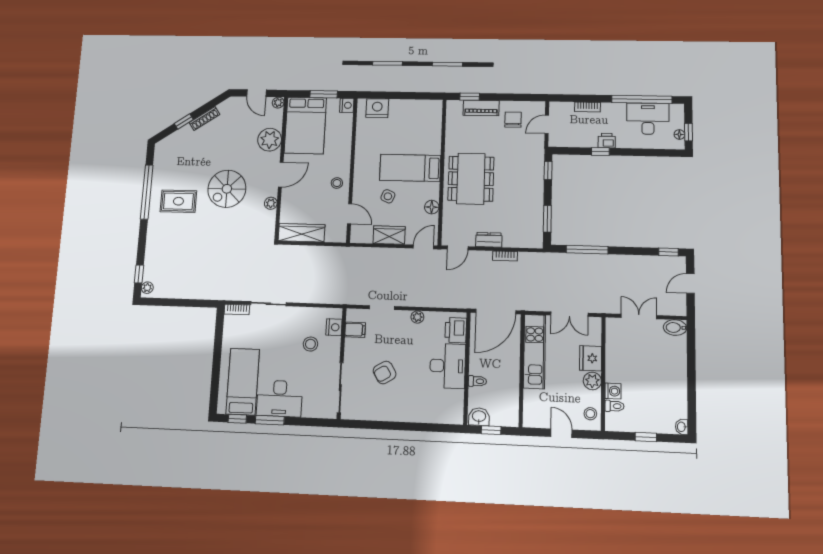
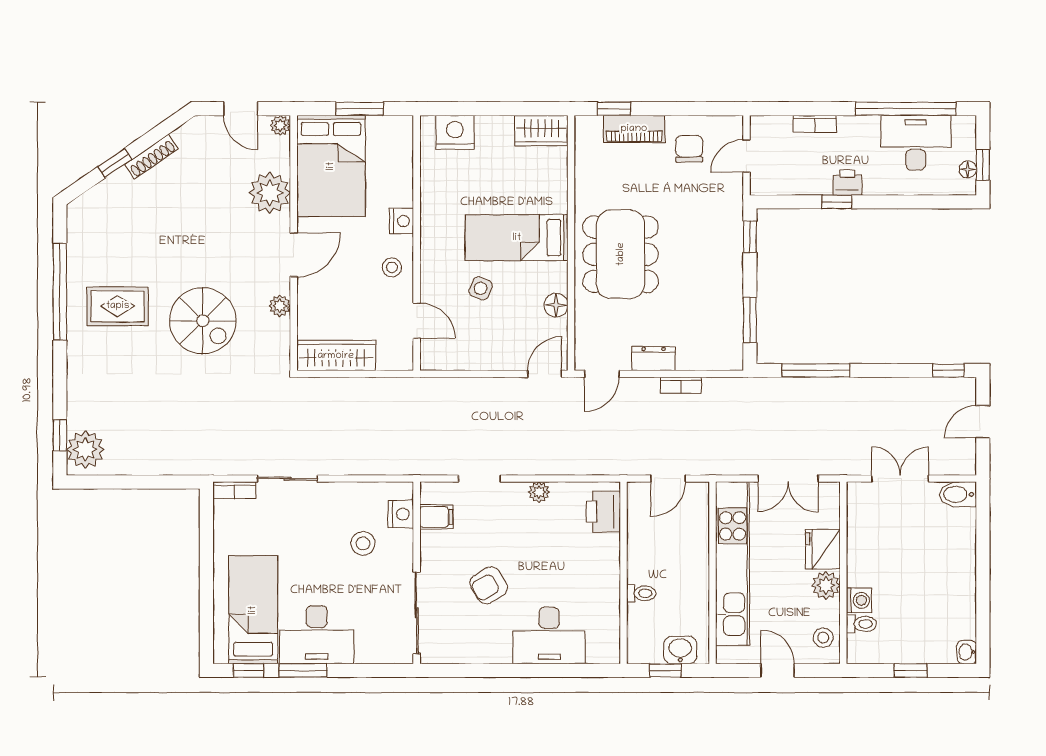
nightstand: (347, 105) -> (402, 221), moved
spiral stairs: (227, 189) -> (203, 321), moved, turned -90
wardrobe: (389, 235) -> (541, 131), moved, turned 180
plant: (147, 288) -> (85, 449), width x1.87, depth x1.87
door: (496, 312) -> (668, 479), width x0.53
kitchen unit: (534, 352) -> (732, 564), width x1.36
desk: (448, 366) -> (549, 635), moved, turned 90
washbasin: (479, 417) -> (680, 650), moved

